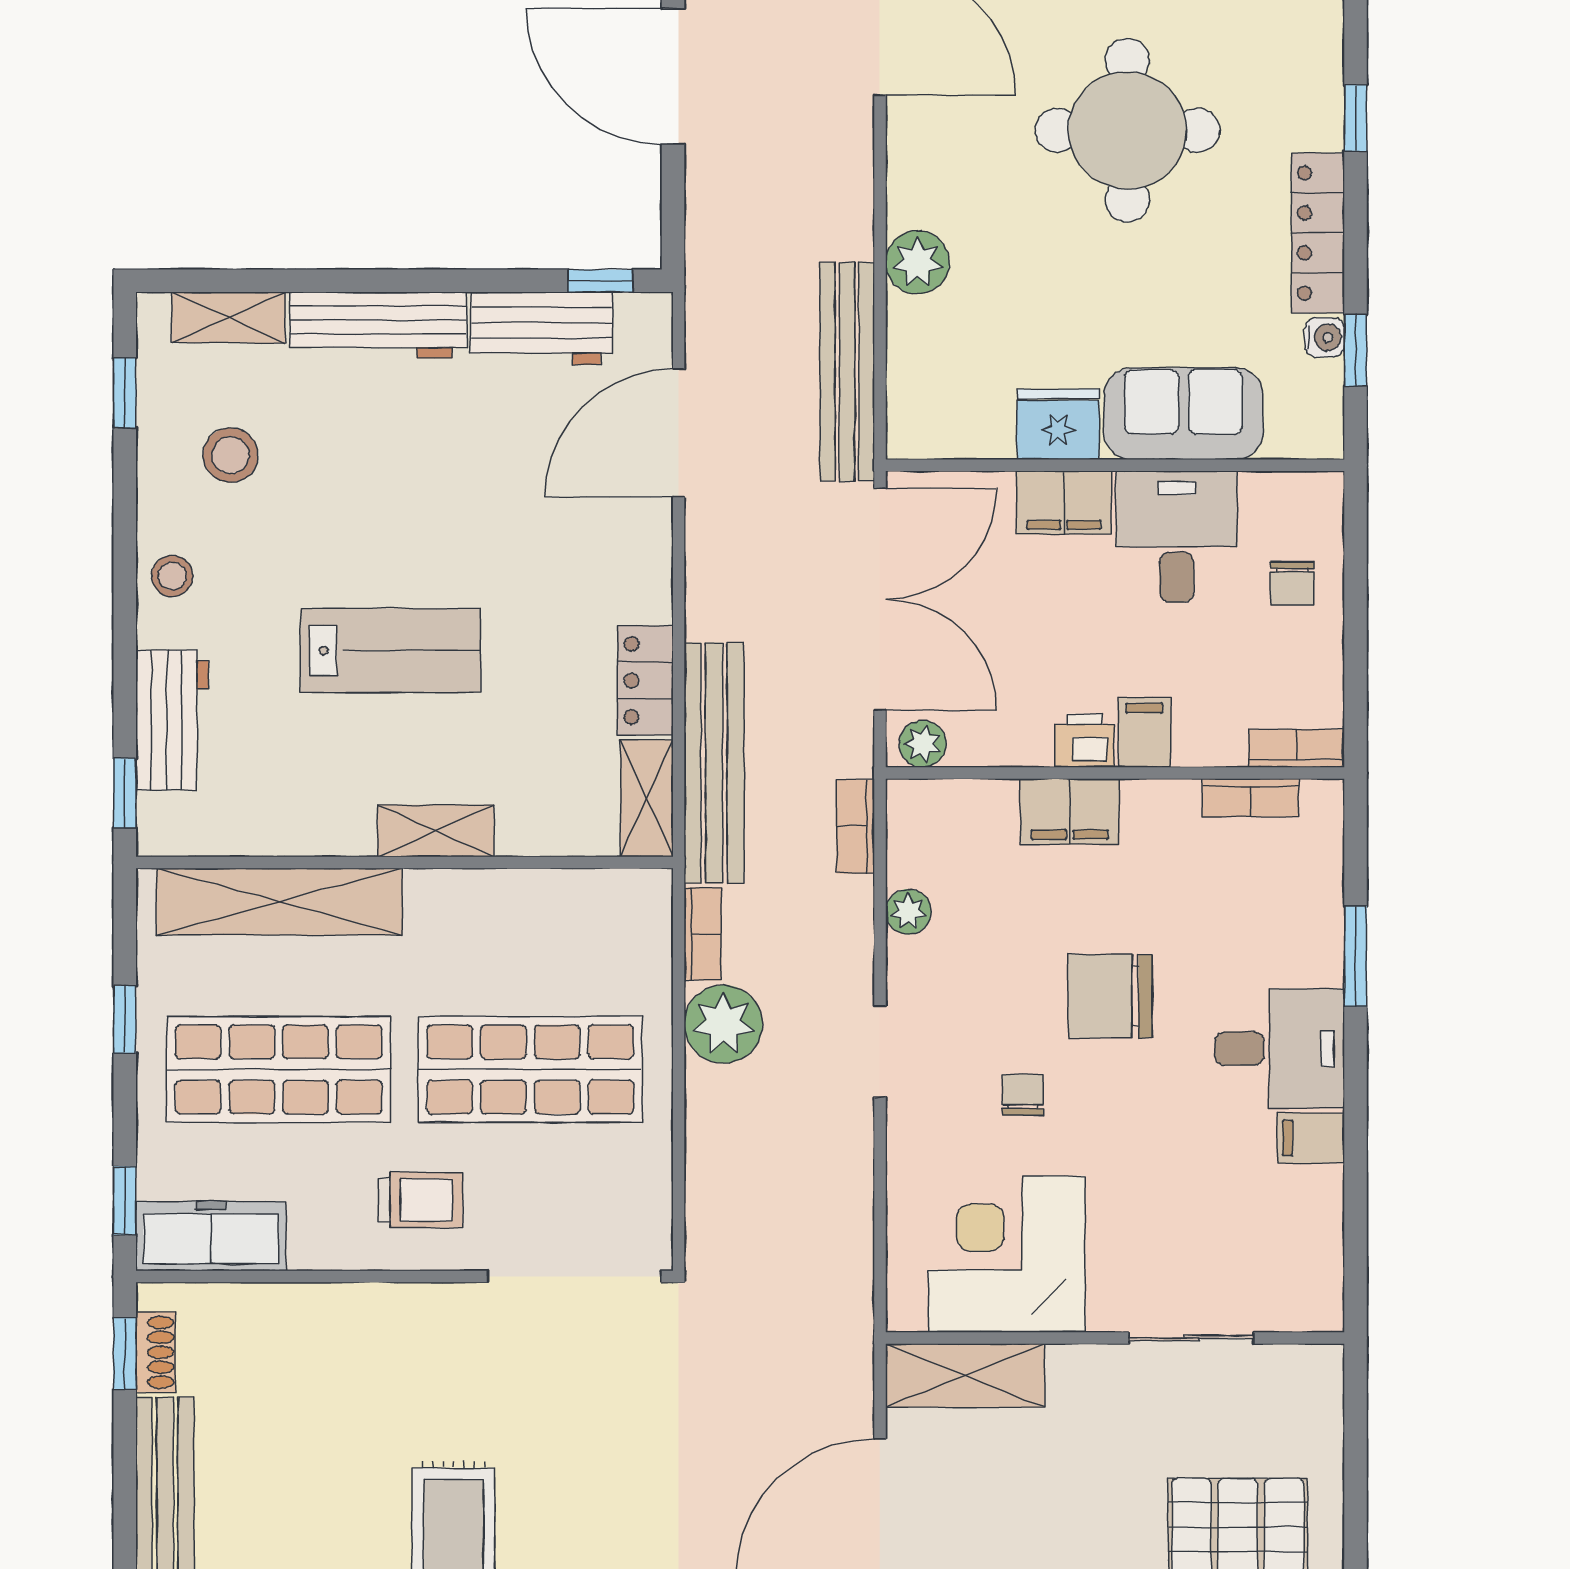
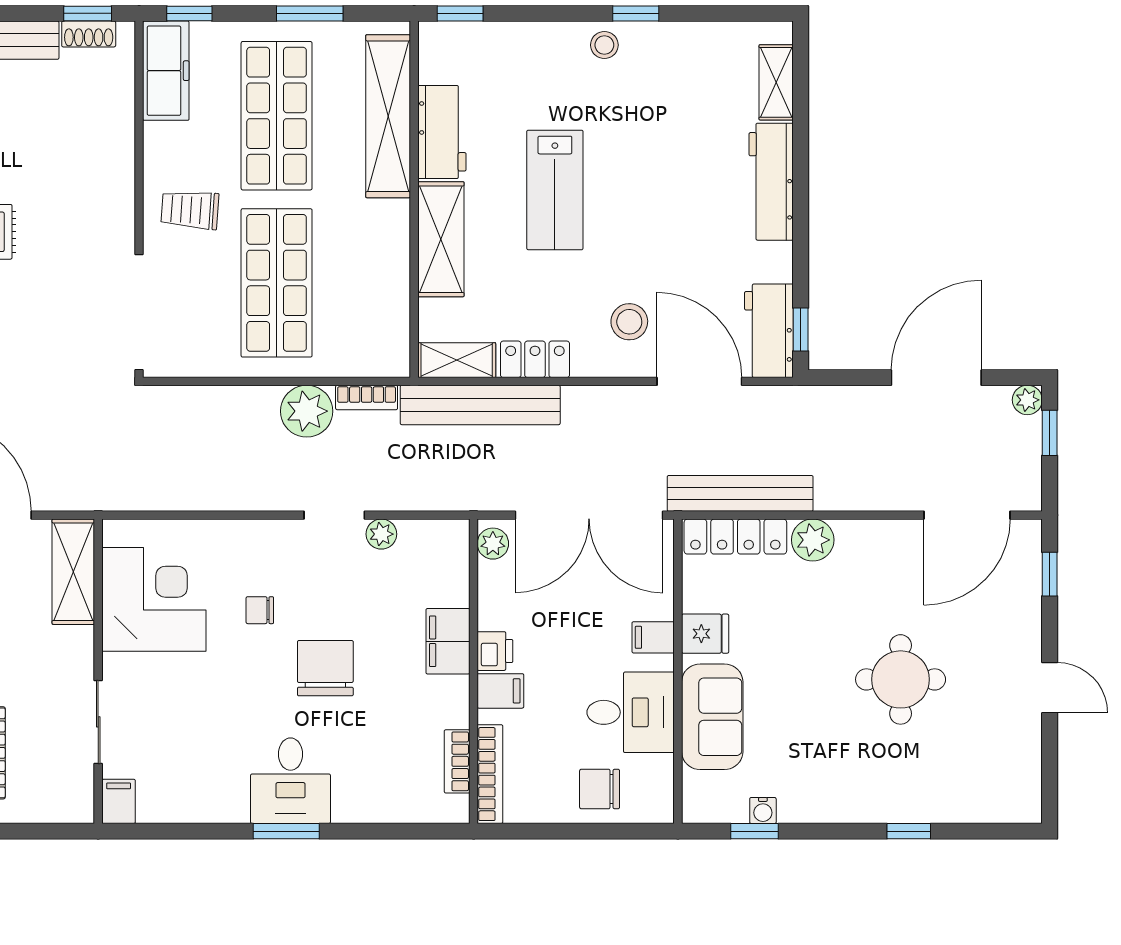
round table: (1127, 130) -> (901, 679), width x0.73, depth x0.73
locker: (1318, 233) -> (735, 537), moved, turned 180
workbench: (541, 328) -> (769, 331), moved
window: (125, 393) -> (636, 13), moved
fridge: (1058, 424) -> (705, 634), width x0.72
stool: (231, 455) -> (629, 322), moved
filing cabinet: (1064, 503) -> (653, 637), width x0.50
chair: (1292, 583) -> (600, 789), width x1.37, depth x1.37
workbench: (172, 720) -> (442, 132), moved, turned -90
bookcase: (1297, 748) -> (490, 774), width x1.56
bookcase: (856, 827) -> (438, 499), removed
shelving: (436, 831) -> (441, 239), width x1.50, depth x1.33
window: (1355, 956) -> (286, 831), moved
window: (125, 1020) -> (310, 13), width x1.50
doorway: (880, 1052) -> (334, 515), moved
chair: (1023, 1095) -> (260, 610), turned 180
filing cabinet: (1311, 1138) -> (119, 801), moved
trolley: (420, 1200) -> (190, 210), turned 94

